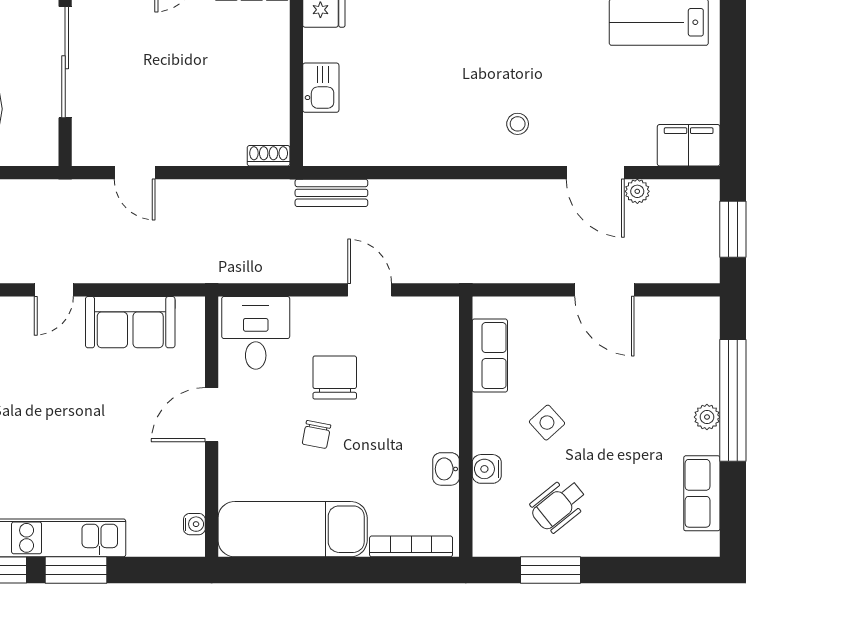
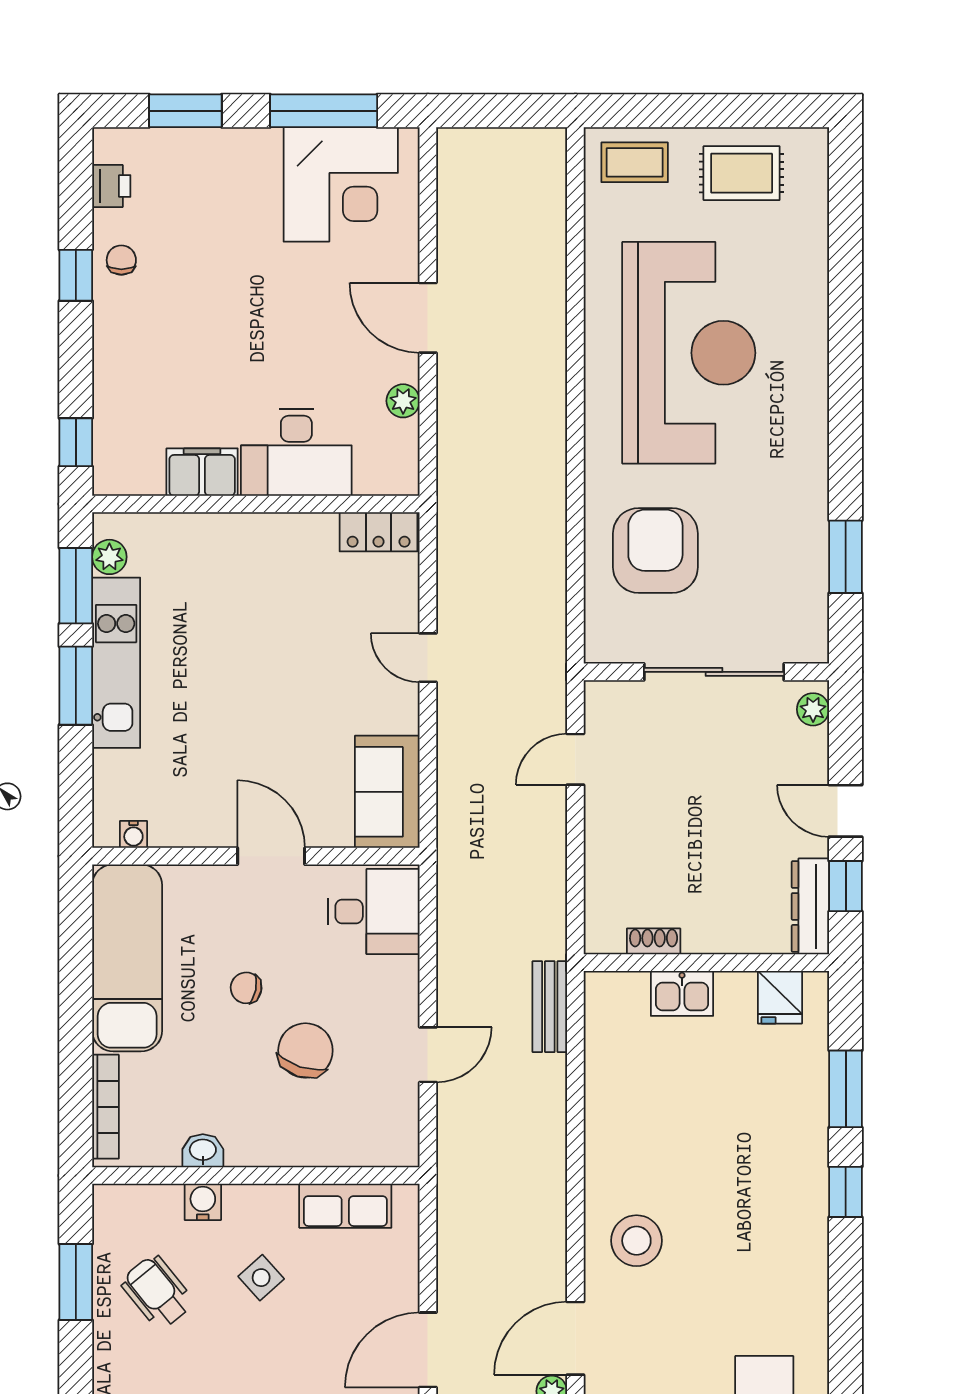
stool: (518, 124) -> (636, 1241), width x1.89, depth x1.89
shoe rack: (269, 156) -> (654, 941), moved, turned -90
sofa: (130, 322) -> (387, 792), moved
chair: (335, 377) -> (305, 1050), moved, turned -72

